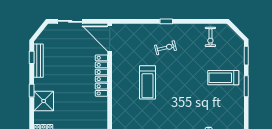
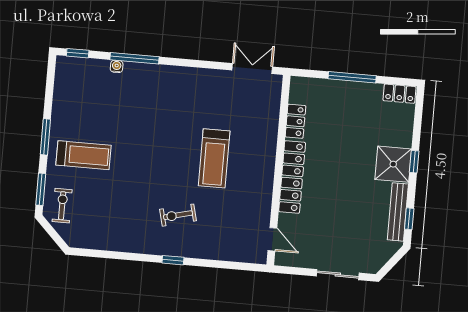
exercise bike: (210, 37) -> (62, 206), moved
door: (110, 39) -> (272, 239), width x0.53
treadmill: (147, 82) -> (214, 158), turned 180
shower: (44, 101) -> (393, 164), moved
locker: (102, 108) -> (295, 121), added

